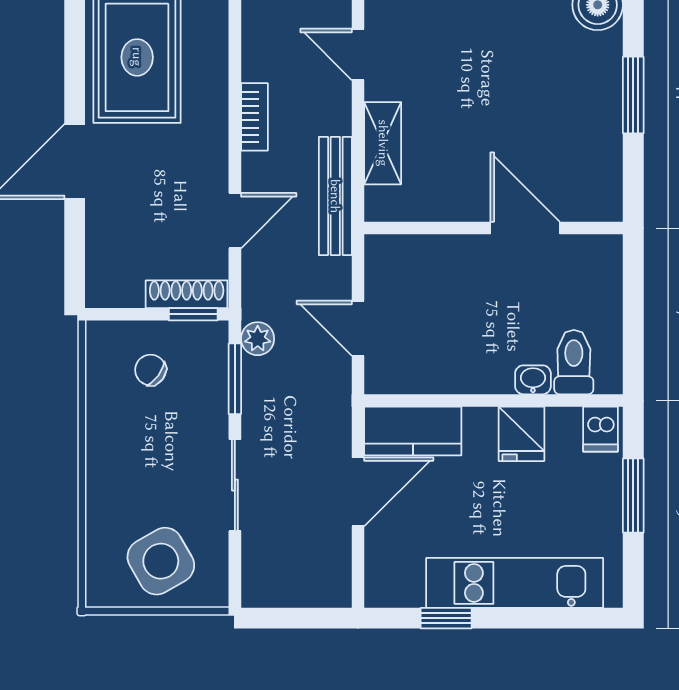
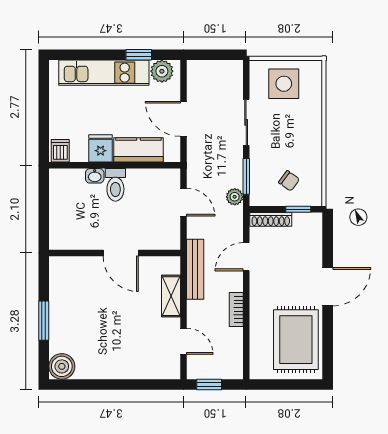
door: (525, 228) -> (121, 253), moved
window: (193, 314) -> (298, 209), moved
toilet: (574, 362) -> (115, 185), moved
kitchen counter: (413, 431) -> (138, 150), moved
door: (358, 492) -> (184, 119), hinge flipped
window: (633, 495) -> (44, 117), removed
side table: (161, 561) -> (284, 84), turned 30
plant: (401, 586) -> (162, 71), added

